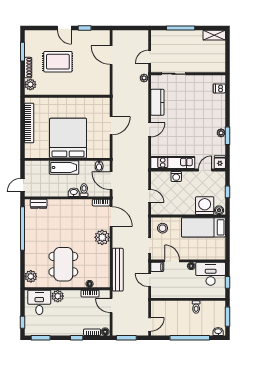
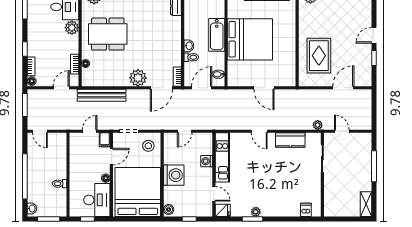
rug: (58, 62) -> (319, 56), moved
washing machine: (205, 206) -> (174, 175), moved
bed: (203, 227) -> (138, 192), width x2.04

